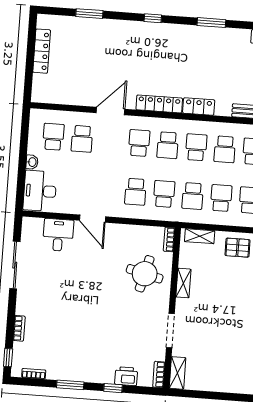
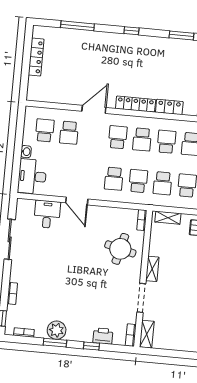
window: (89, 14) -> (77, 26), width x1.44
shelving: (183, 283) -> (152, 269), moved
plant: (72, 370) -> (57, 330), added

